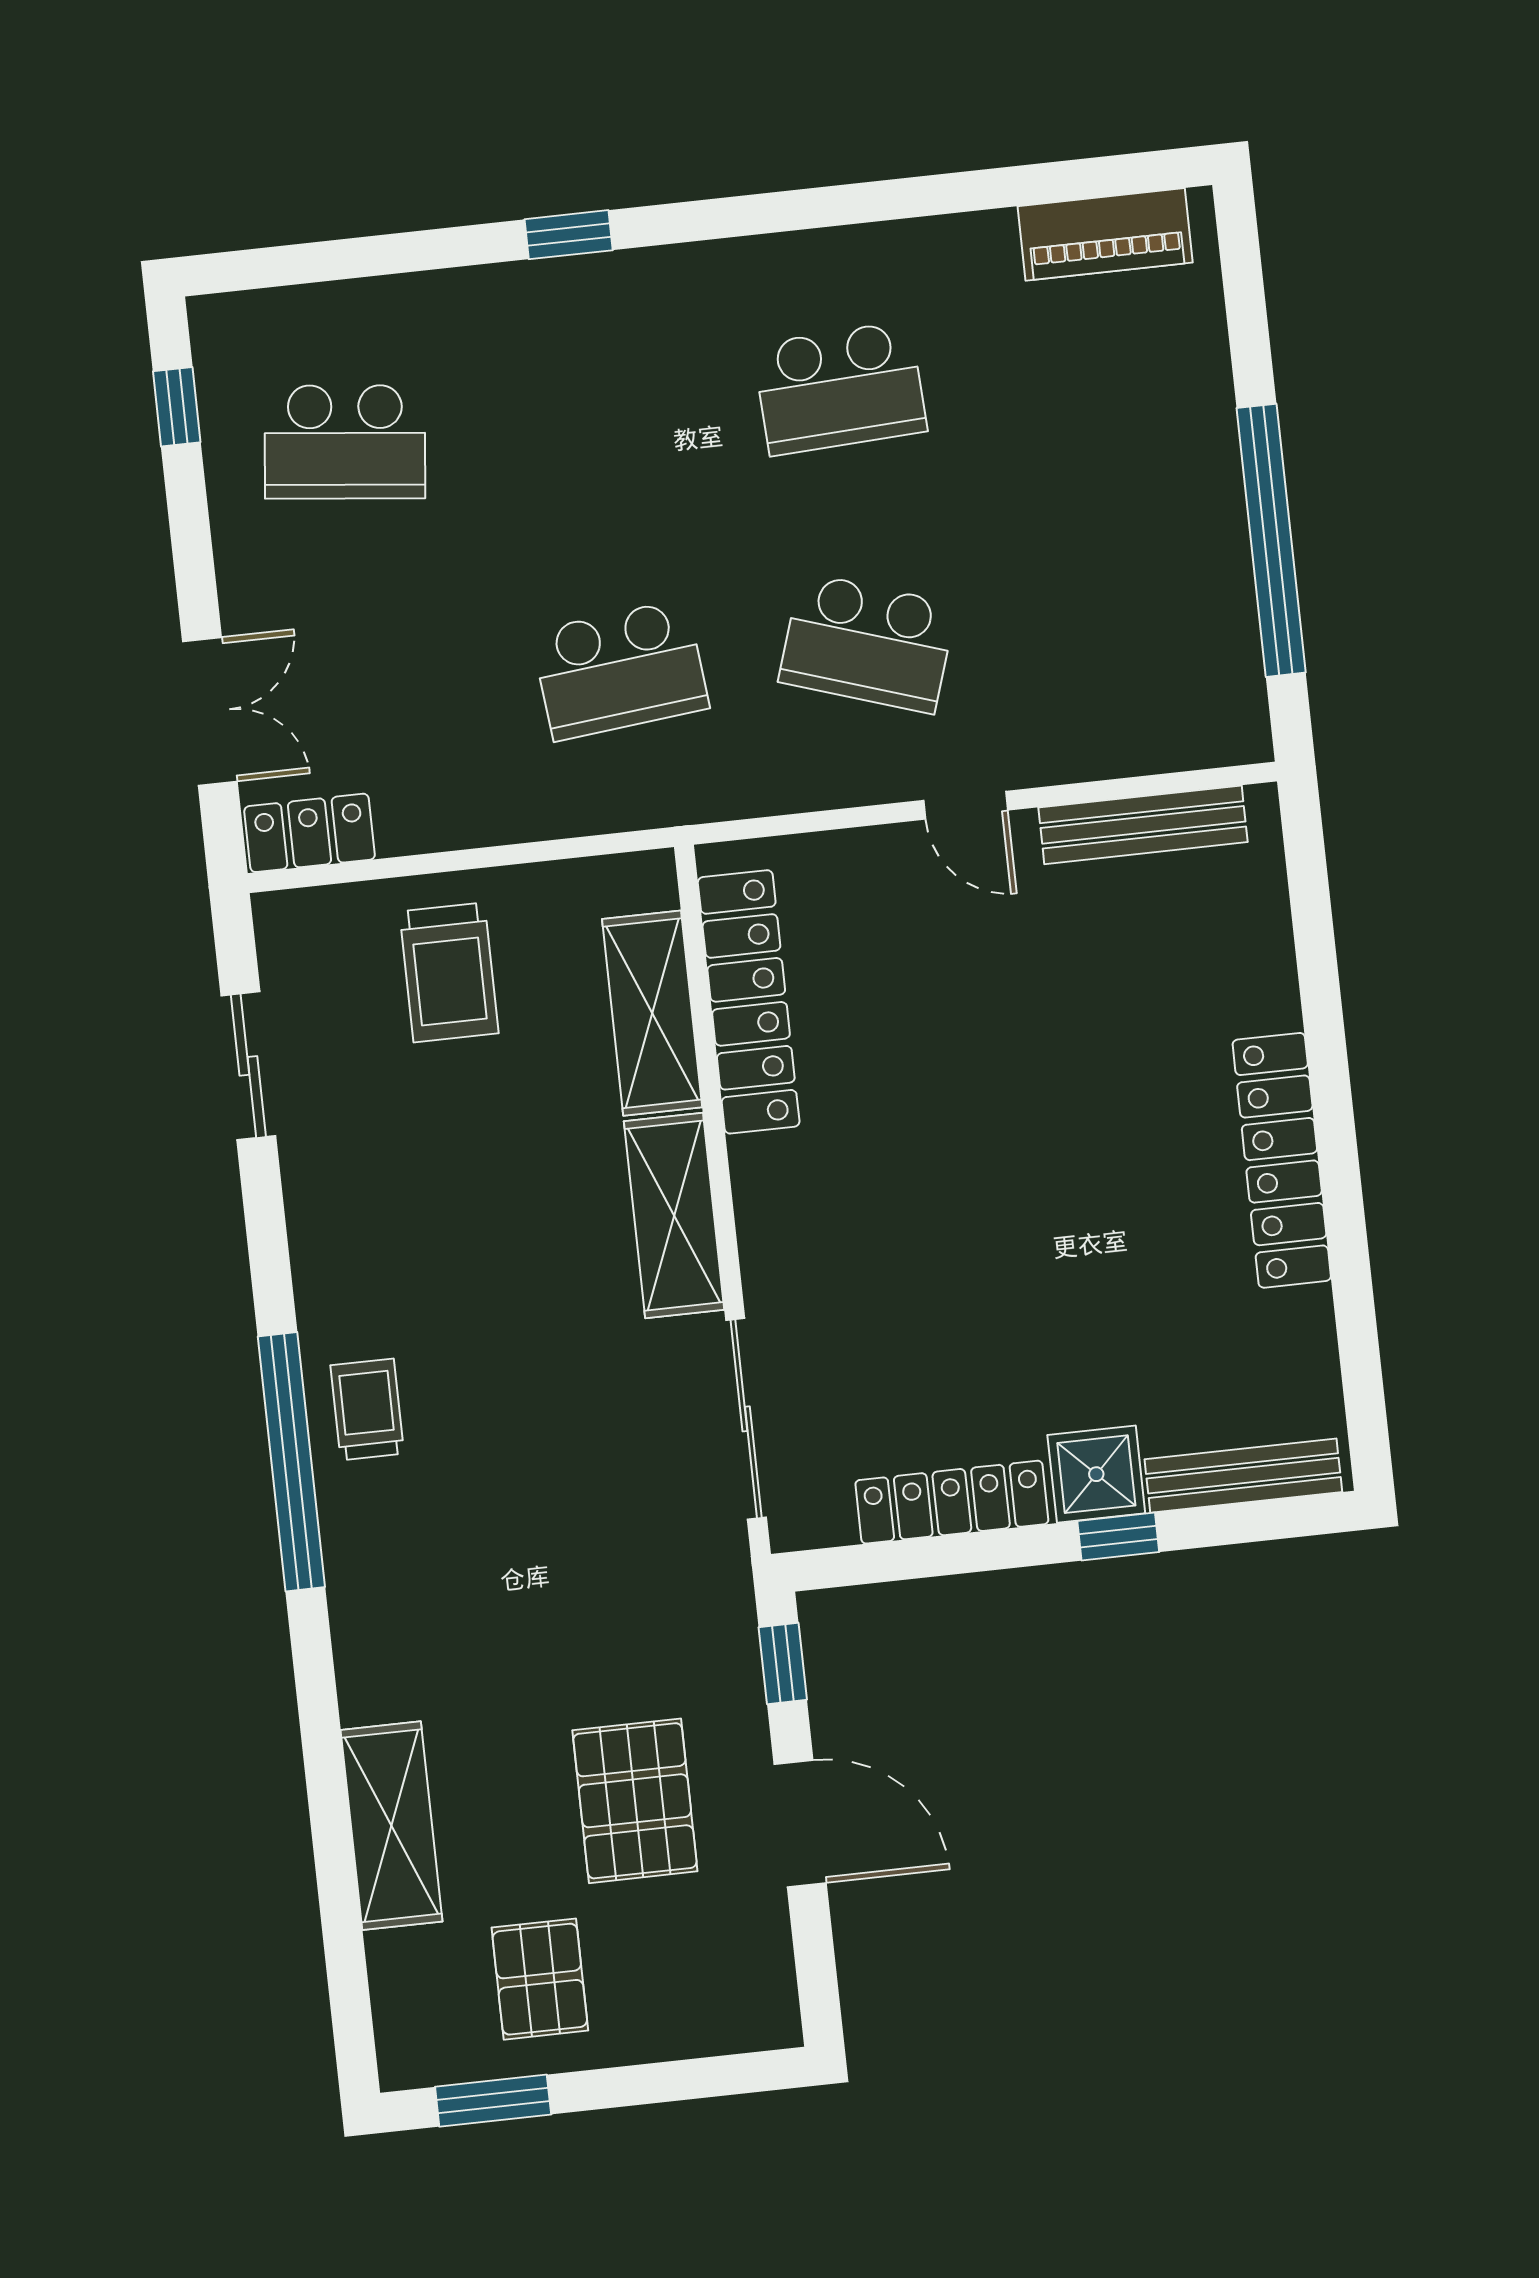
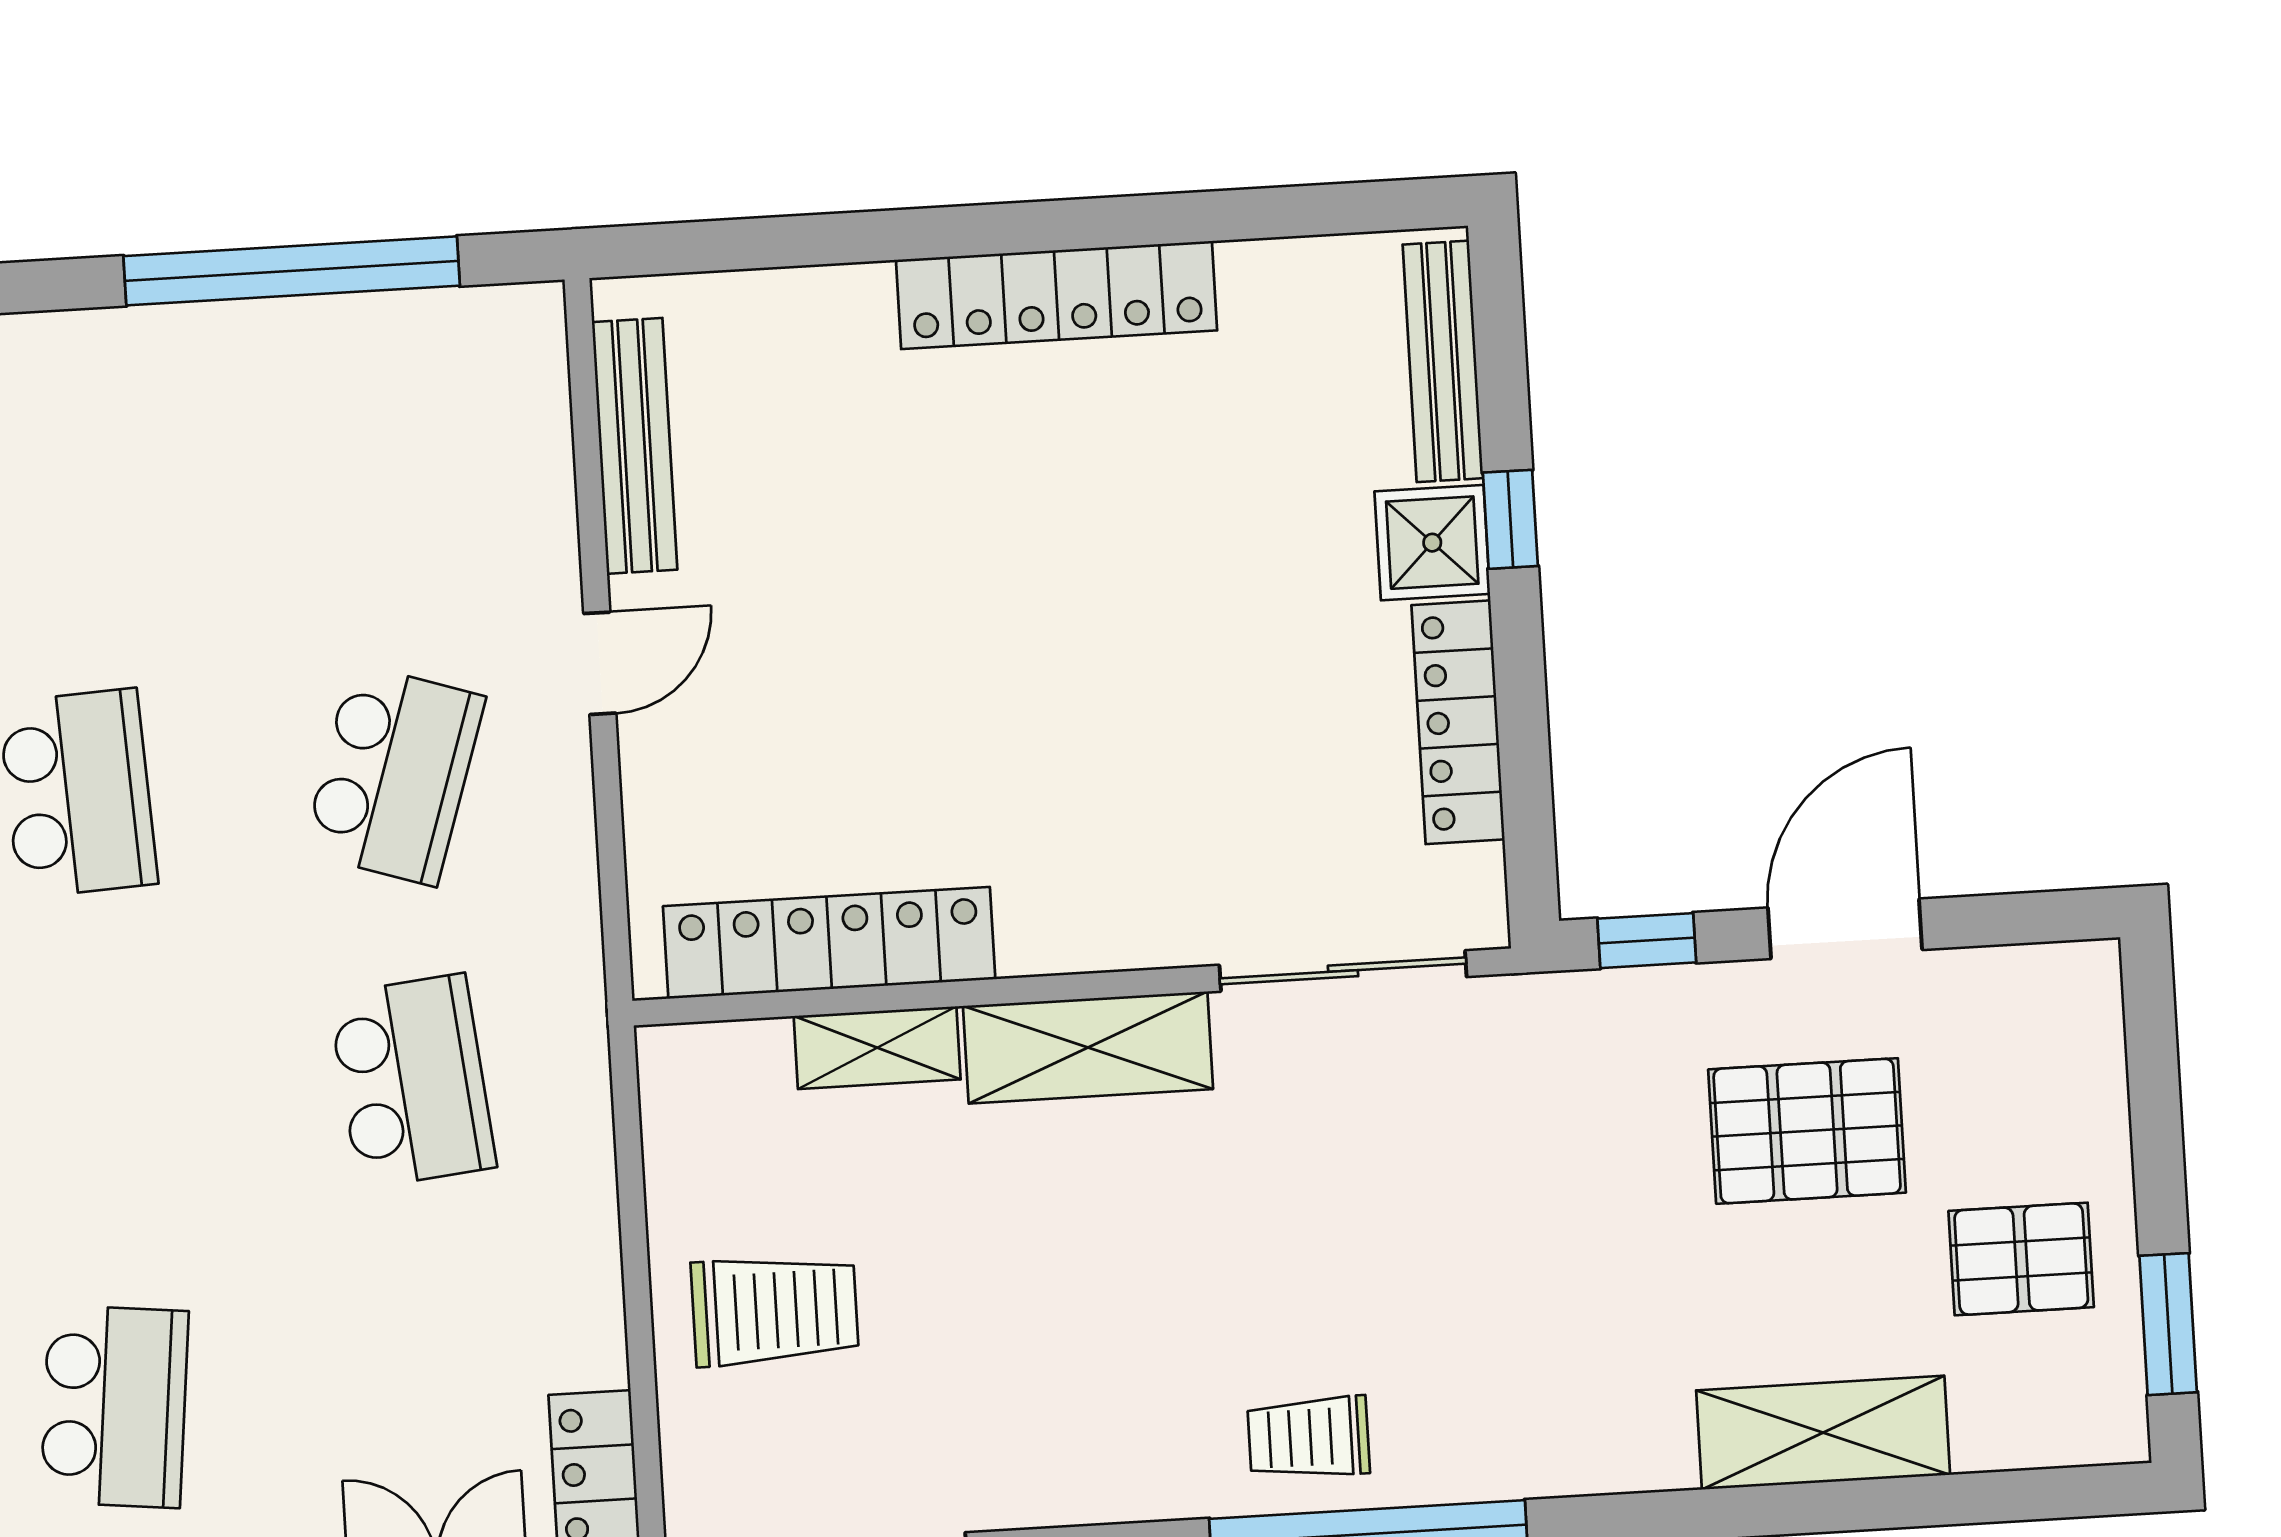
shelving: (652, 1013) -> (877, 1048), width x0.67, depth x0.75

